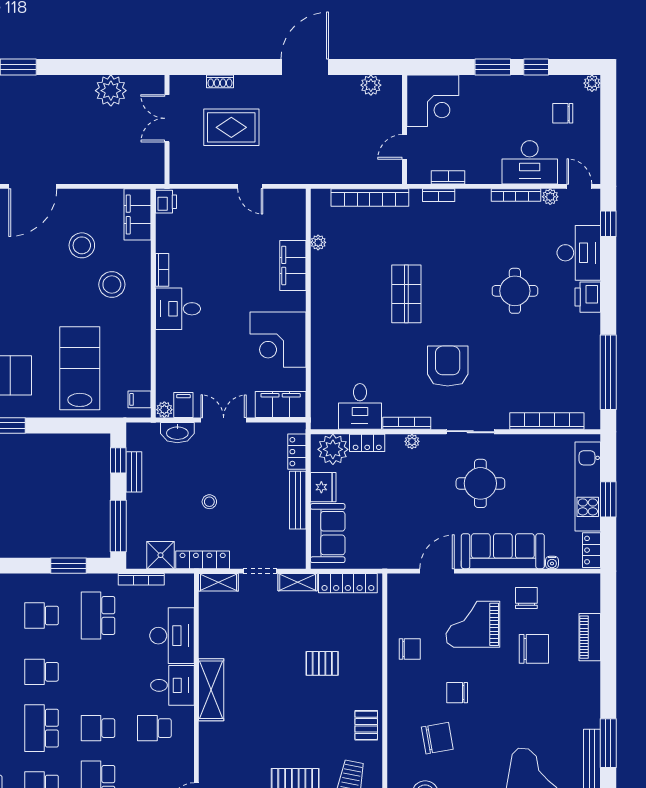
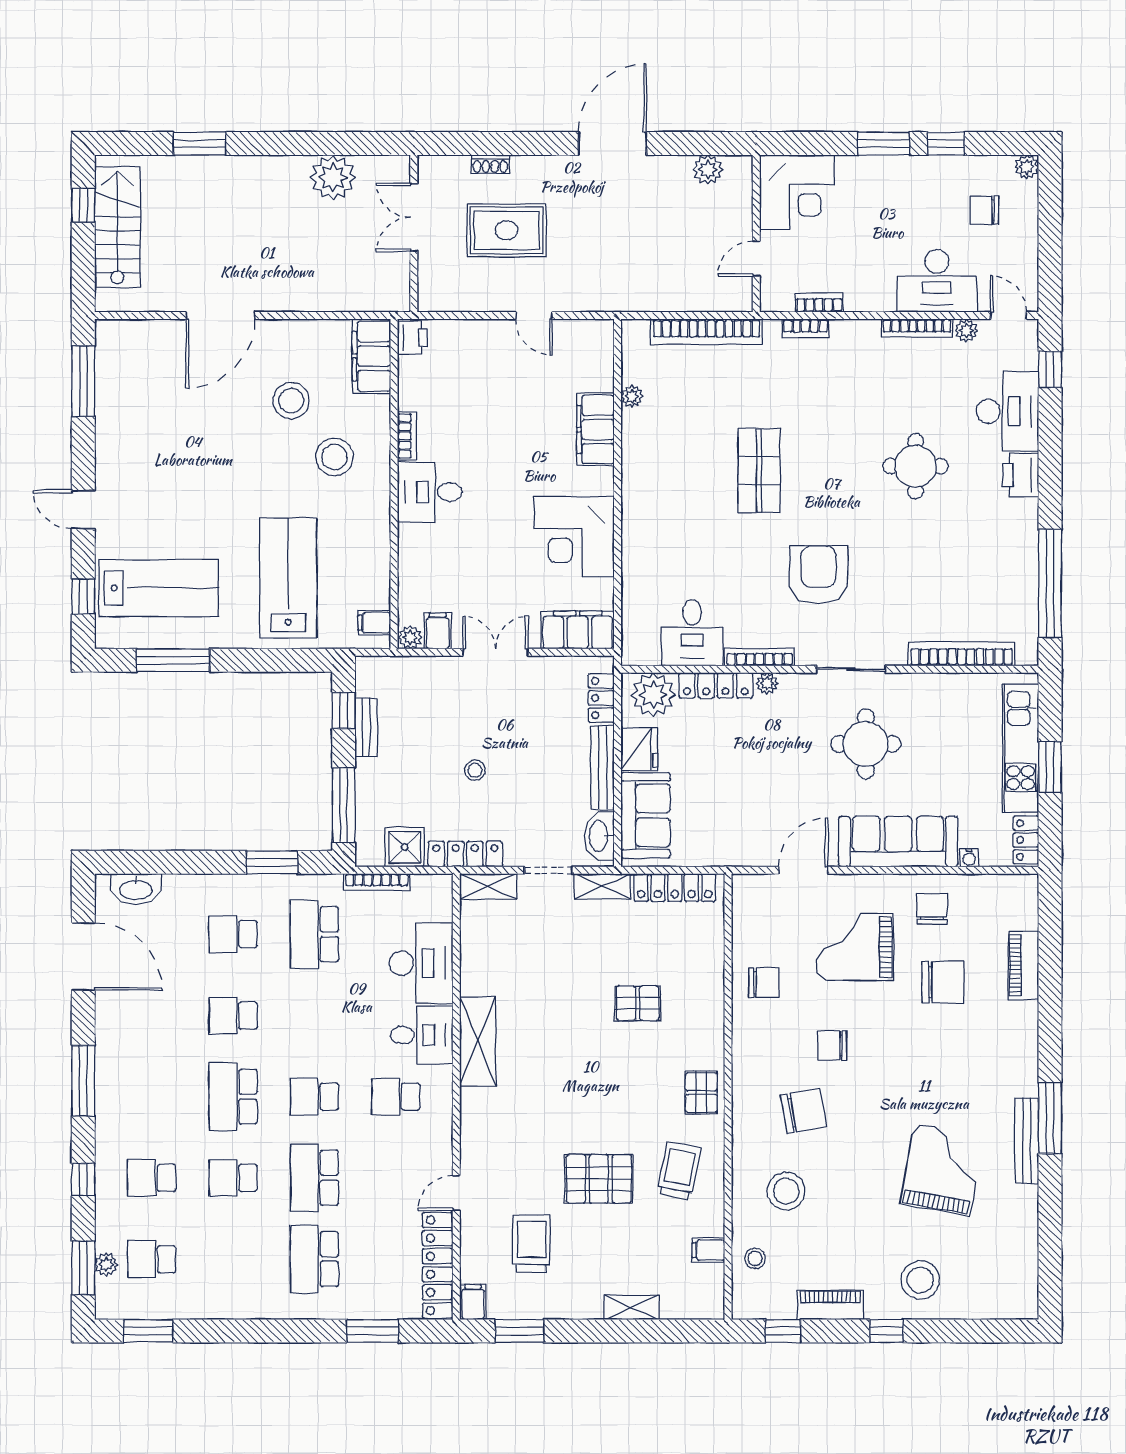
washbasin: (177, 433) -> (599, 836), moved, turned 90
locker: (367, 443) -> (716, 685), width x1.53

